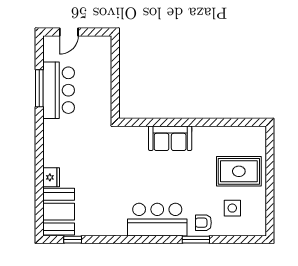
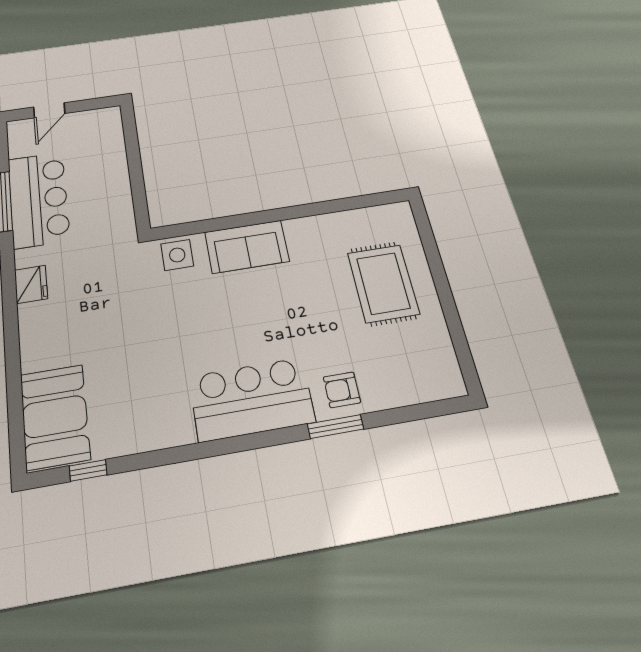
rug: (239, 171) -> (383, 283), turned 90
fridge: (51, 177) -> (31, 284), moved
side table: (232, 208) -> (177, 255), moved

